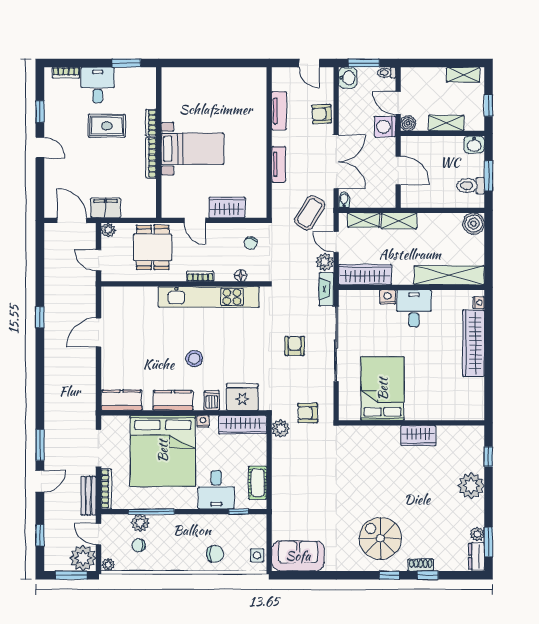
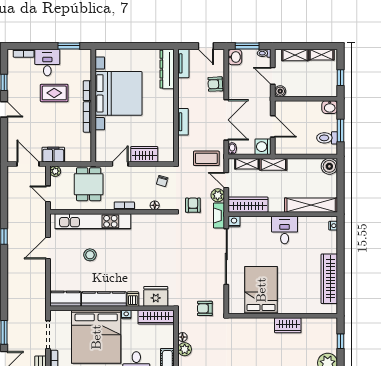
dresser: (257, 94) -> (167, 69), added
tv unit: (279, 111) -> (183, 63), moved
shelving: (446, 123) -> (295, 55), moved
washing machine: (385, 127) -> (263, 147), moved
bed with nightstands: (192, 149) -> (118, 93), width x1.85
coffee table: (310, 213) -> (206, 158), turned 58
door: (195, 220) -> (120, 164), swing flipped
kitchen unit: (209, 297) -> (93, 221), moved
nightstand: (388, 297) -> (234, 221), moved
wardrobe: (474, 343) -> (329, 279), moved
armchair: (294, 346) -> (193, 205), moved
stool: (194, 359) -> (90, 255), moved
kitchen counter: (173, 400) -> (104, 299), width x1.50
plant: (281, 428) -> (185, 349), moved
floor lamp: (278, 451) -> (182, 337), added

